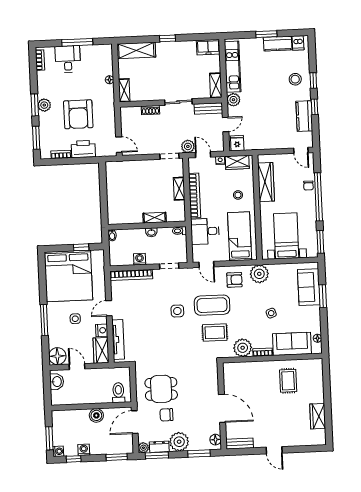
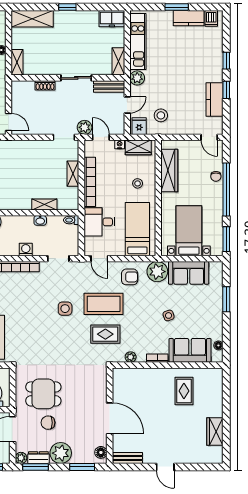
stool: (295, 79) -> (161, 115), moved
sofa: (309, 287) -> (189, 273), moved, turned -90
plant: (243, 348) -> (131, 357), width x0.53, depth x0.53

